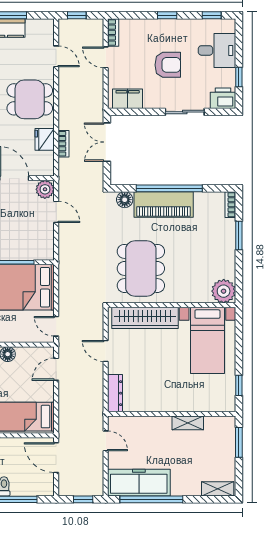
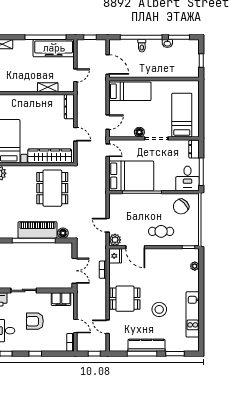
fridge: (45, 139) -> (115, 256), moved
shelving: (188, 423) -> (48, 87), moved
door: (106, 441) -> (75, 75), swing flipped

